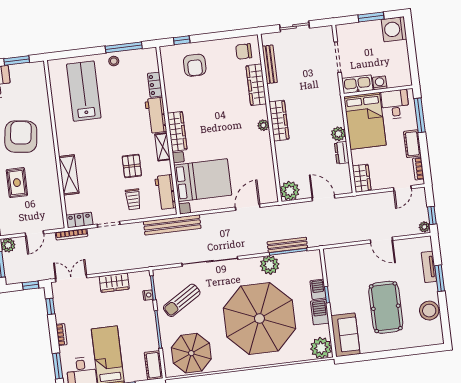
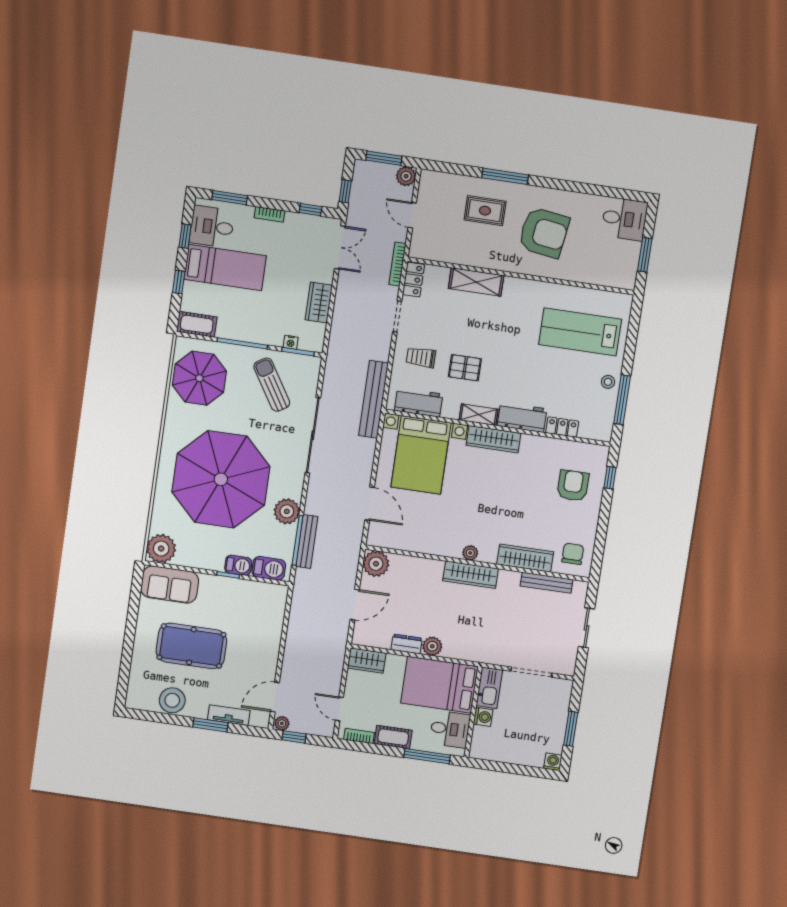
washing machine: (394, 29) -> (553, 762), width x0.53, depth x0.53
armchair: (195, 65) -> (573, 486), turned 90
lab bench: (84, 91) -> (580, 332), turned 180
door: (381, 240) -> (275, 697), moved
barbecue: (320, 312) -> (269, 568), moved

